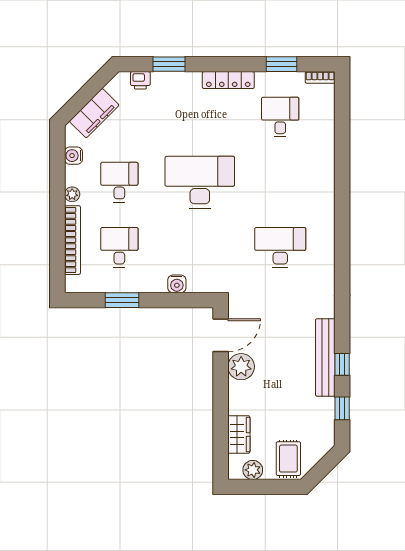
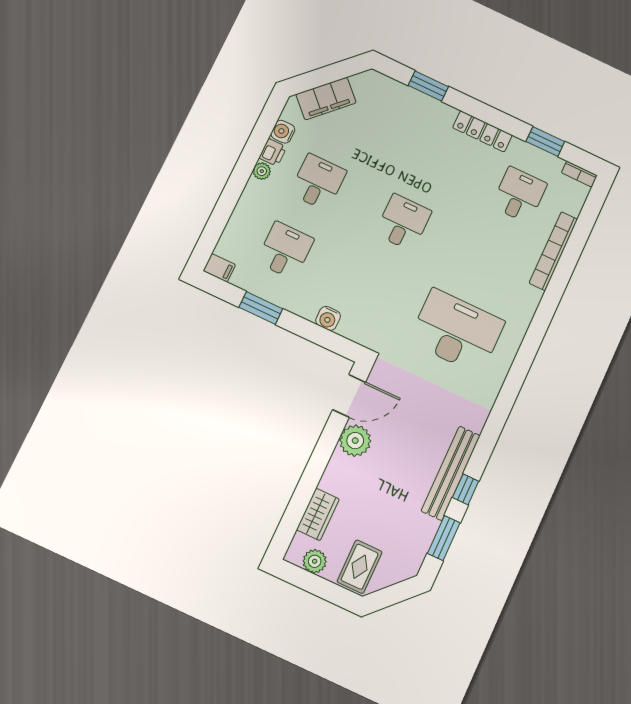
printer: (140, 80) -> (273, 152), moved, turned -90
desk: (200, 182) -> (403, 222), width x0.53, depth x0.77
bookcase: (72, 240) -> (553, 251), moved, turned 180
desk: (280, 247) -> (457, 331), width x1.36, depth x1.30
filing cabinet: (76, 284) -> (219, 268), added
window: (342, 408) -> (444, 538), width x1.50

